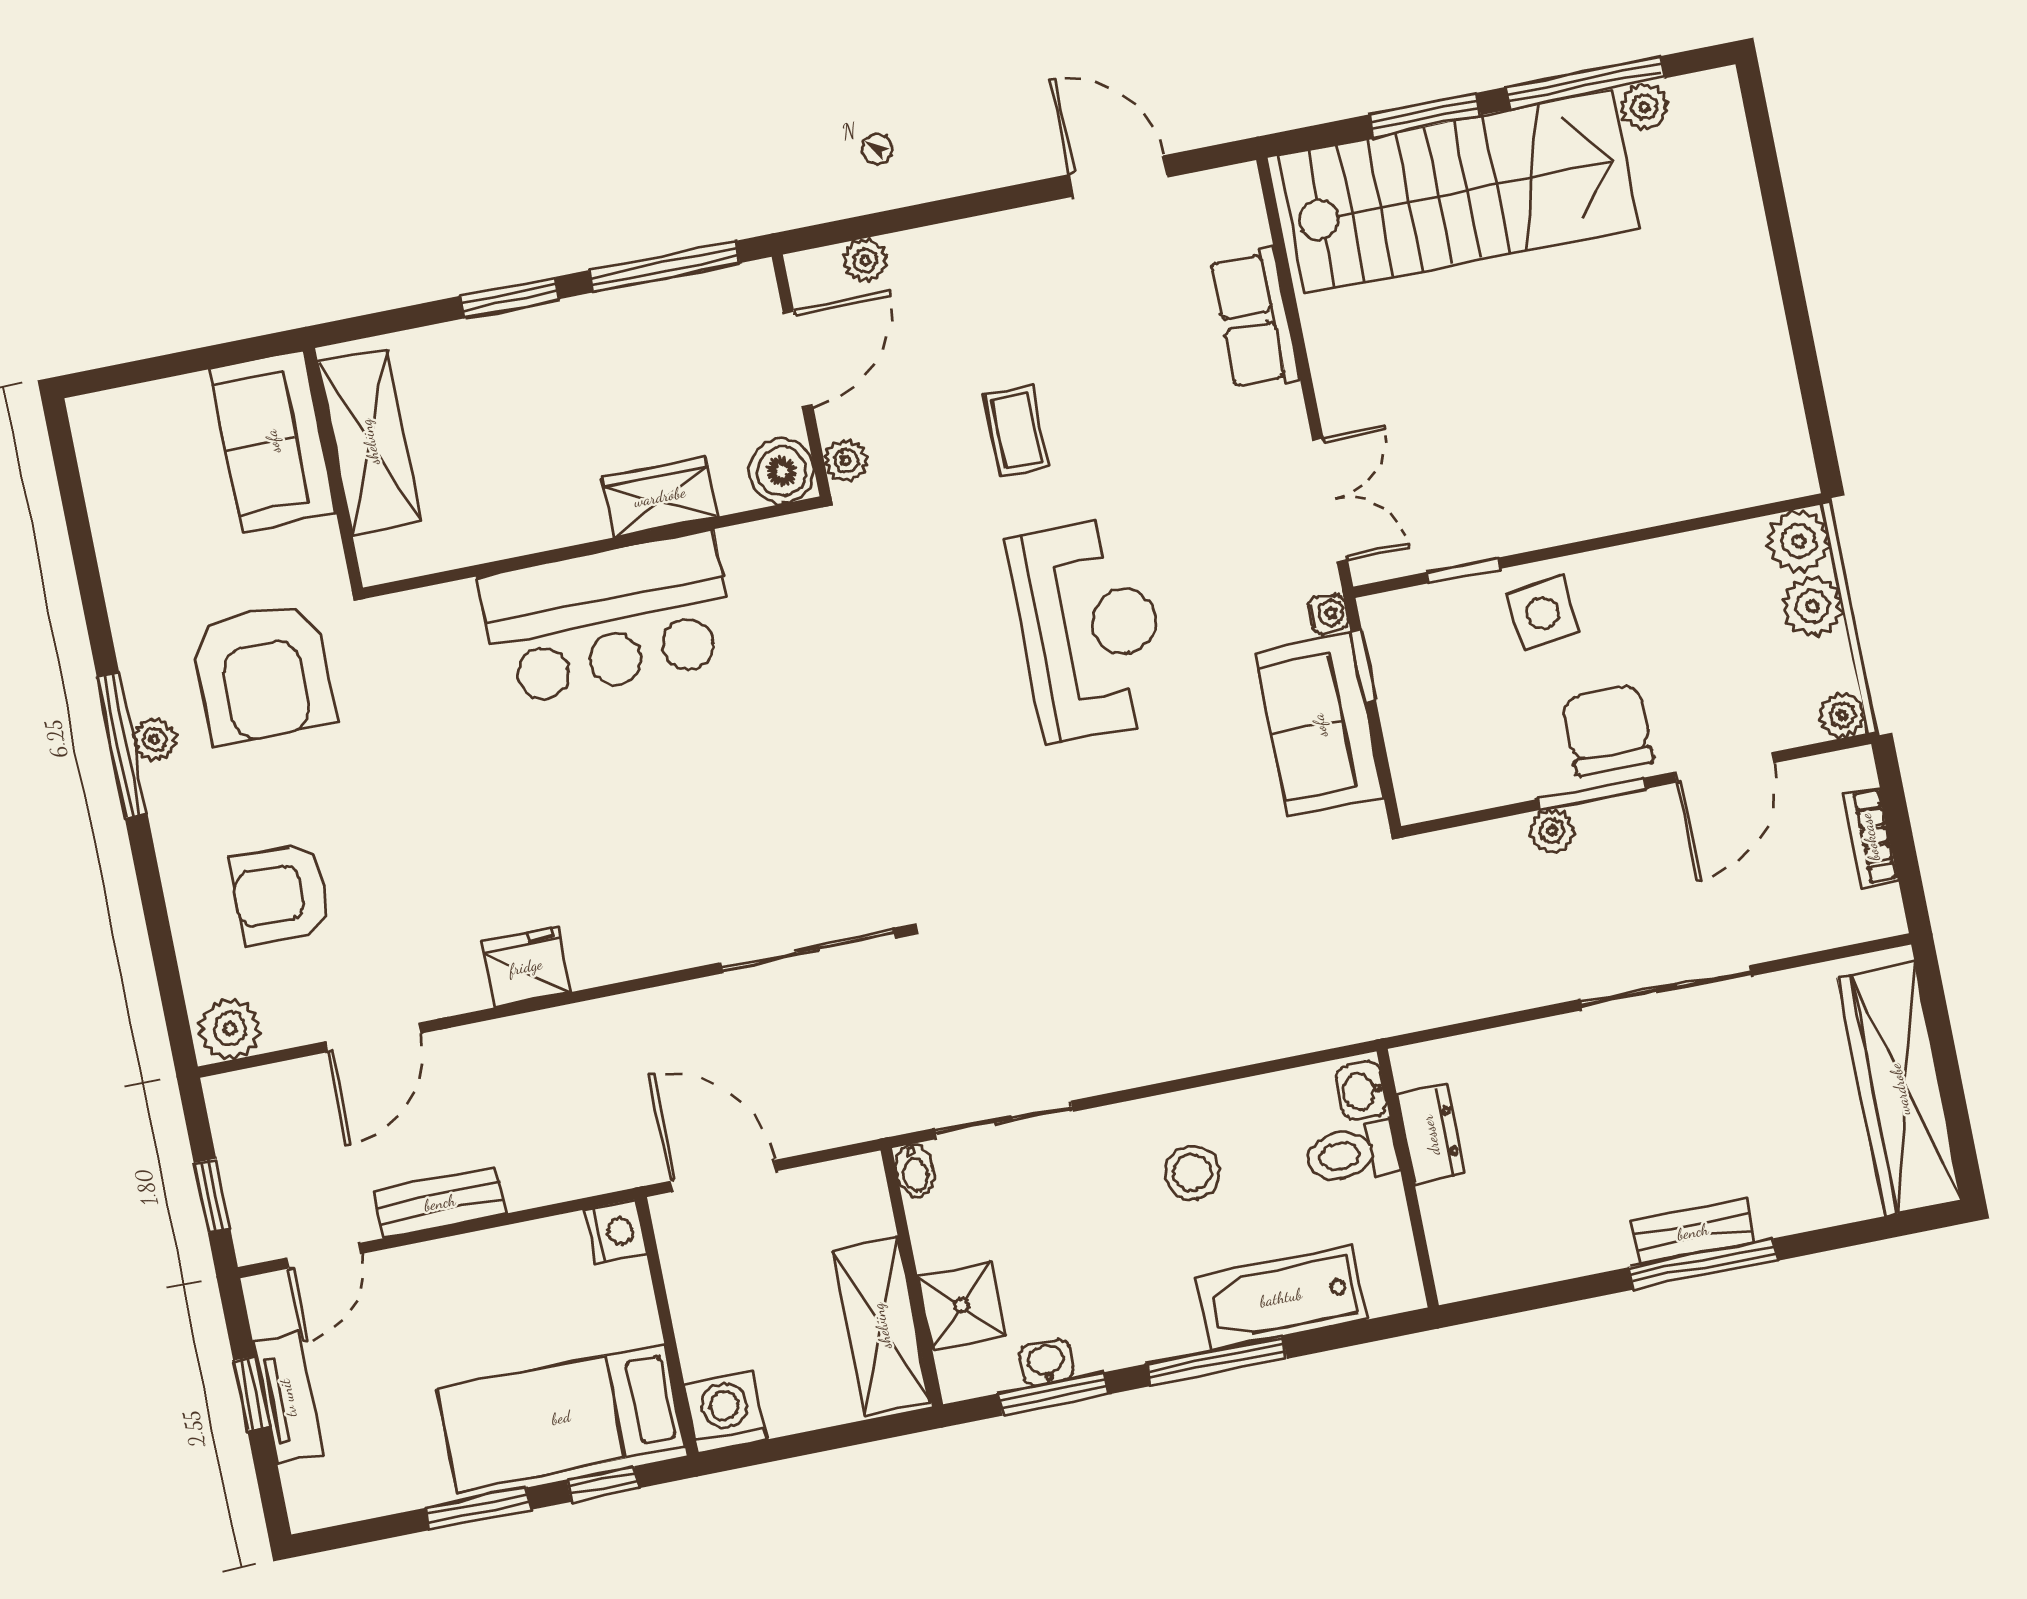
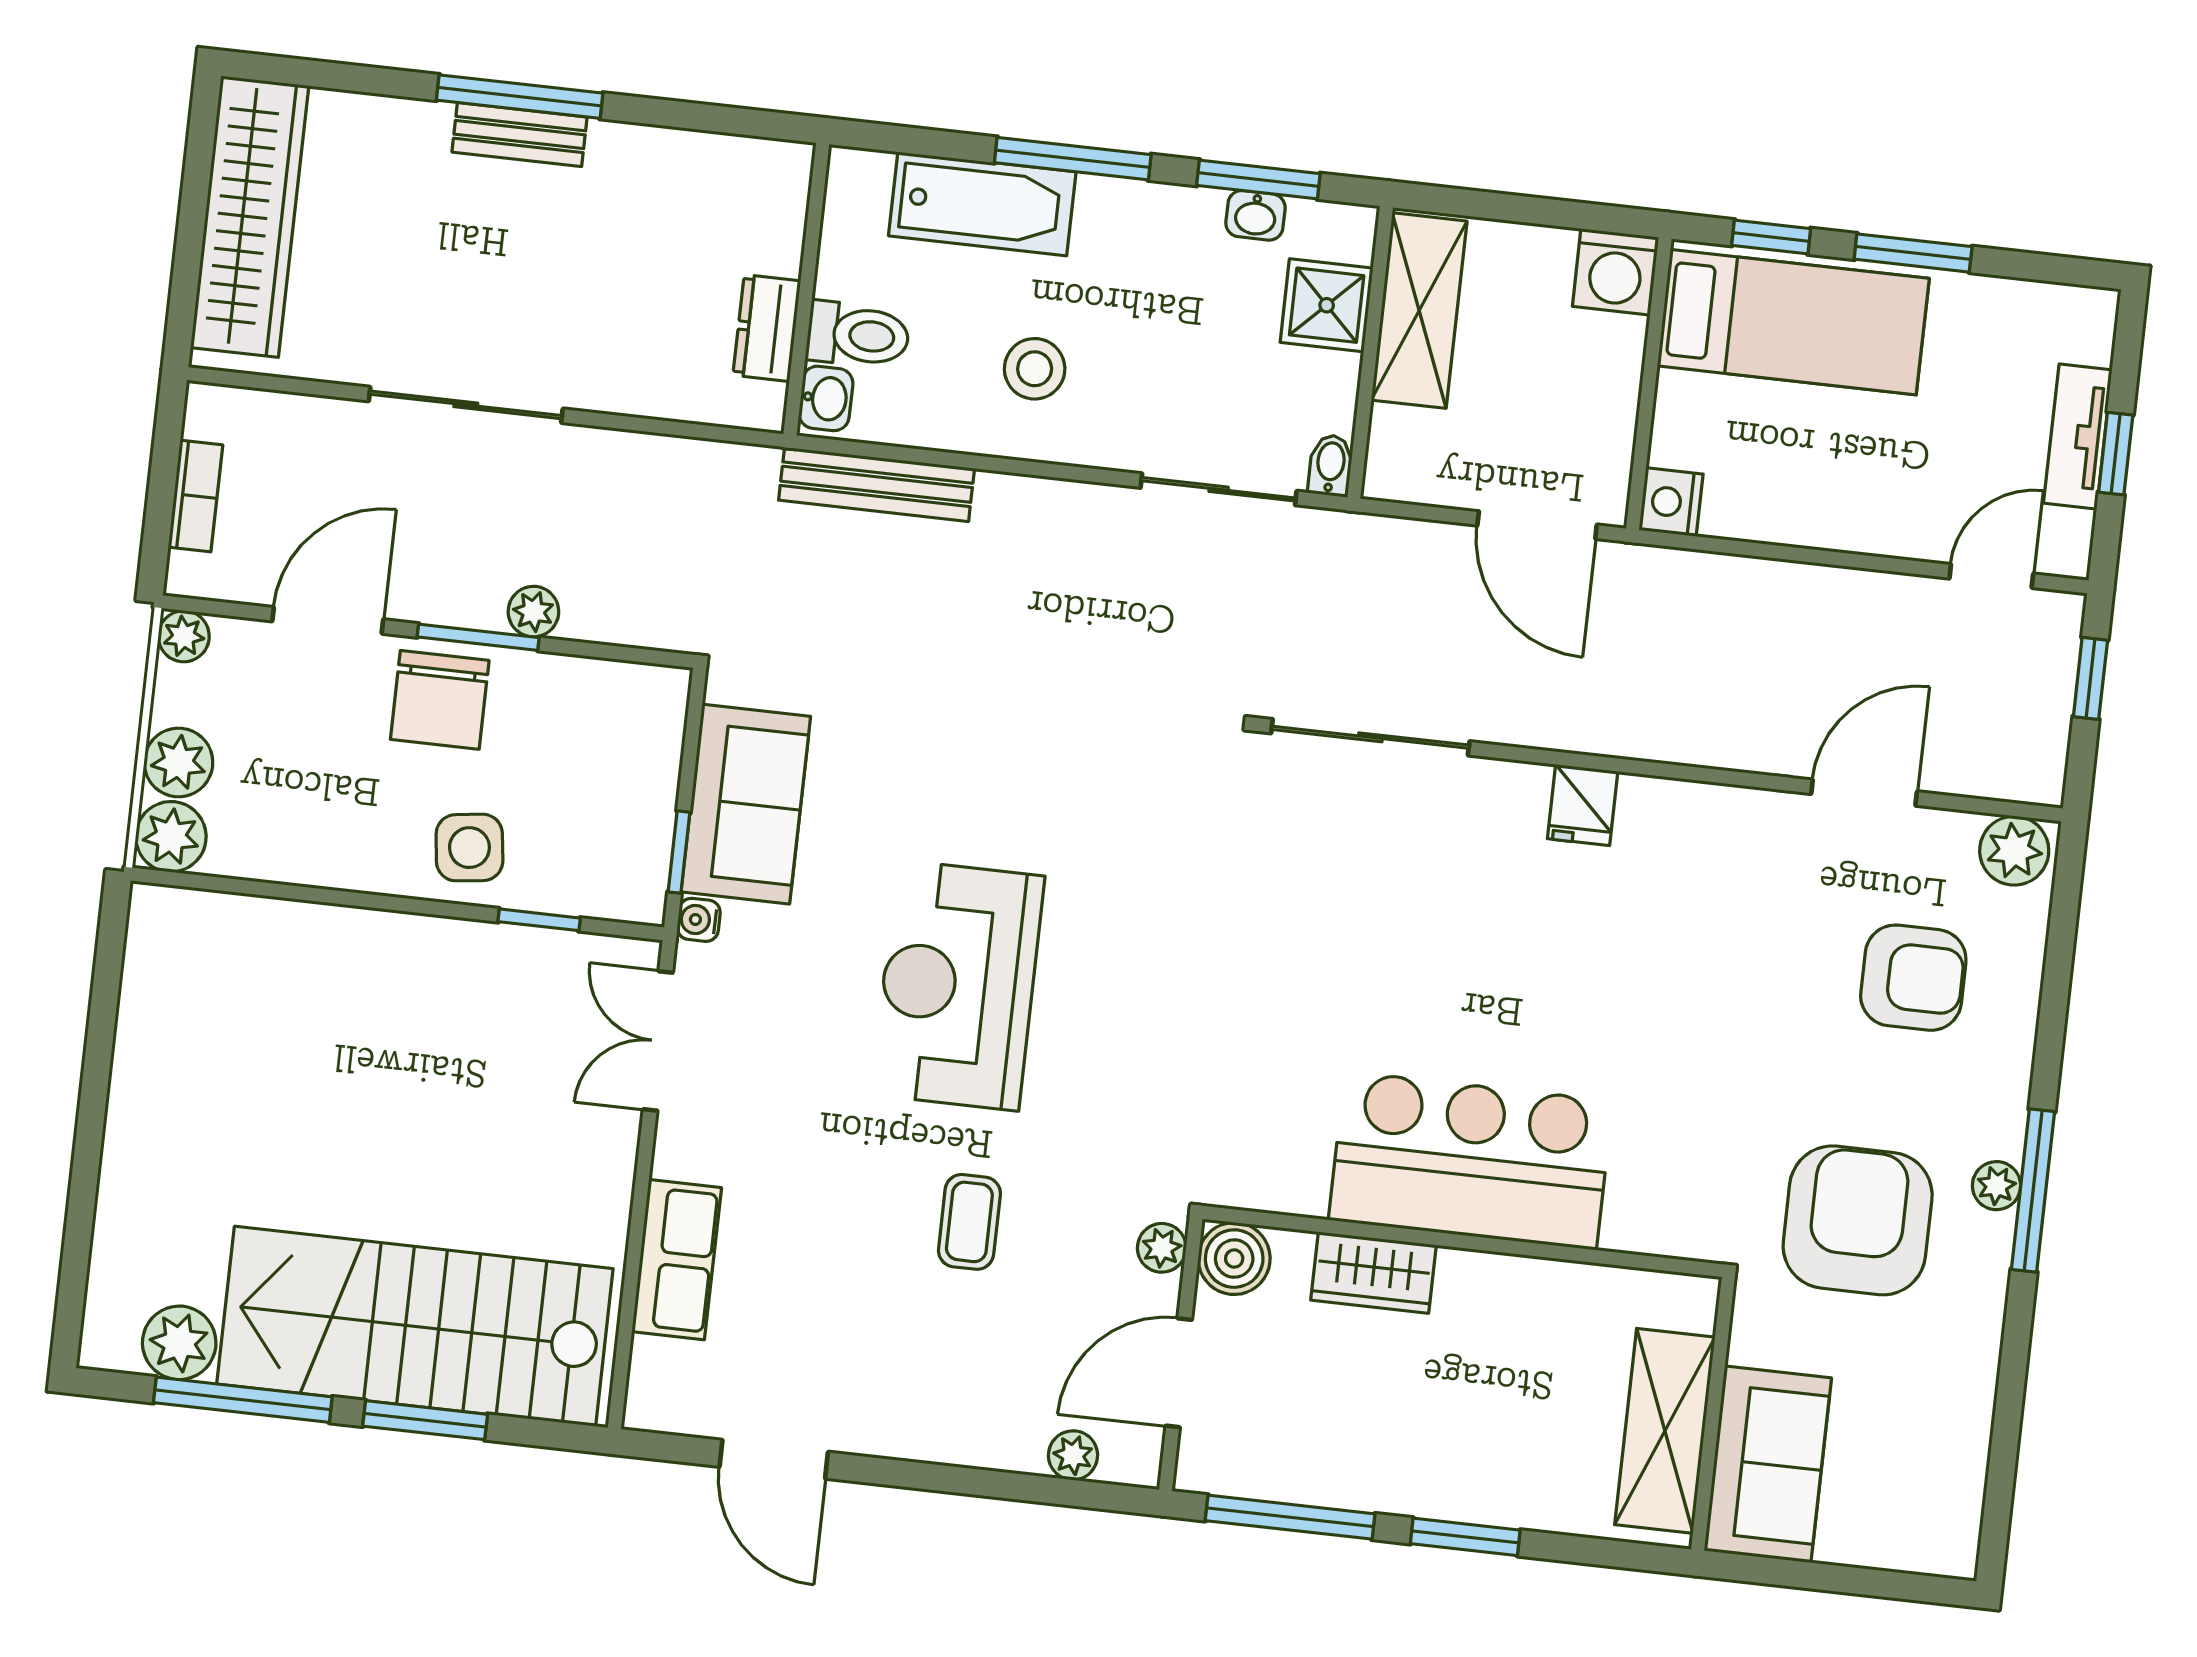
plant: (1644, 107) -> (179, 1343), width x1.38, depth x1.38
fridge: (526, 967) -> (1583, 805), moved, width x0.72
bench: (440, 1203) -> (877, 484), moved, width x1.36

